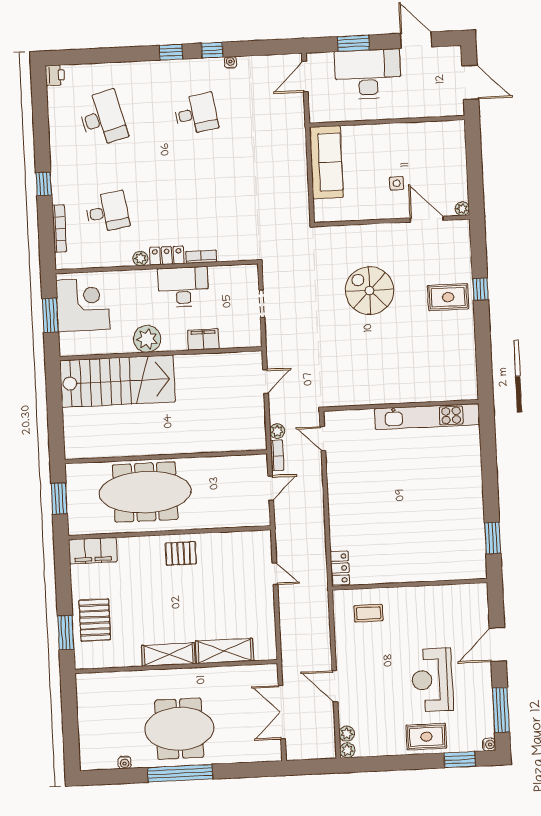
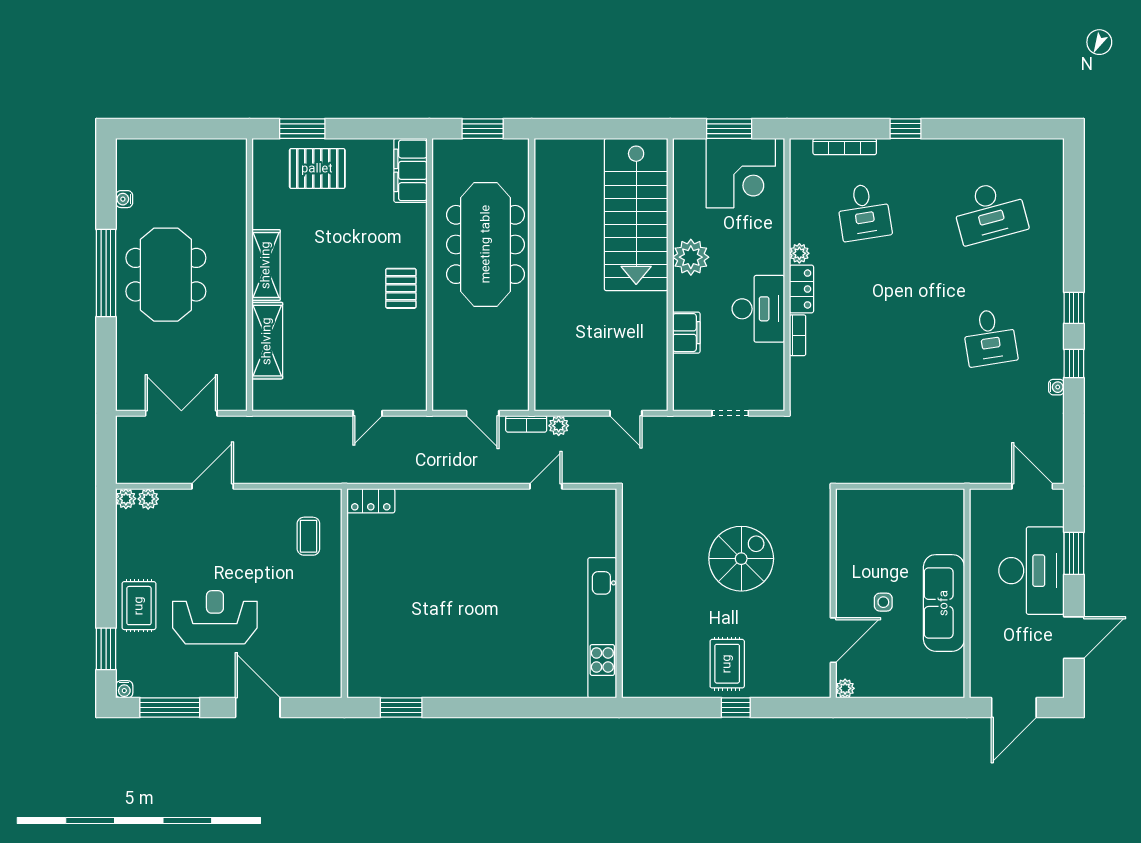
printer: (55, 75) -> (1051, 151), removed
sofa: (326, 162) -> (944, 603), moved, turned 90
wall: (401, 405) -> (619, 593), moved
kitchen unit: (427, 417) -> (602, 628), moved

